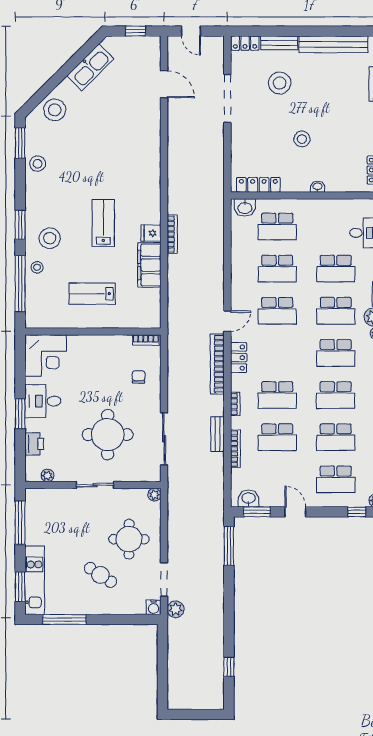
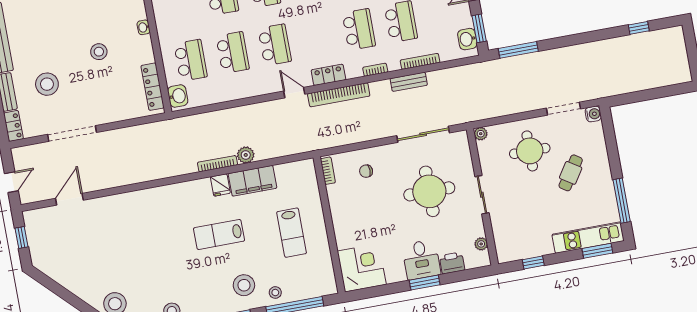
kitchen sink: (90, 67) -> (66, 276), removed
desk: (43, 401) -> (421, 260), moved
window: (20, 523) -> (533, 263), width x0.46
plant: (176, 609) -> (246, 155), moved

